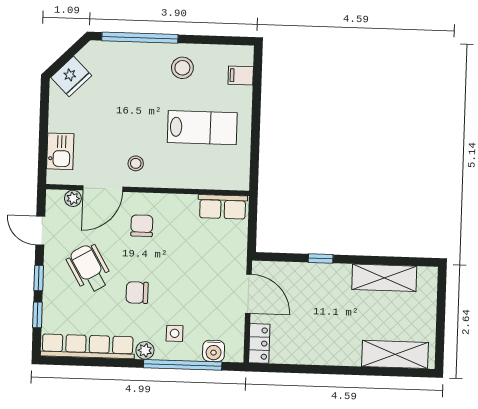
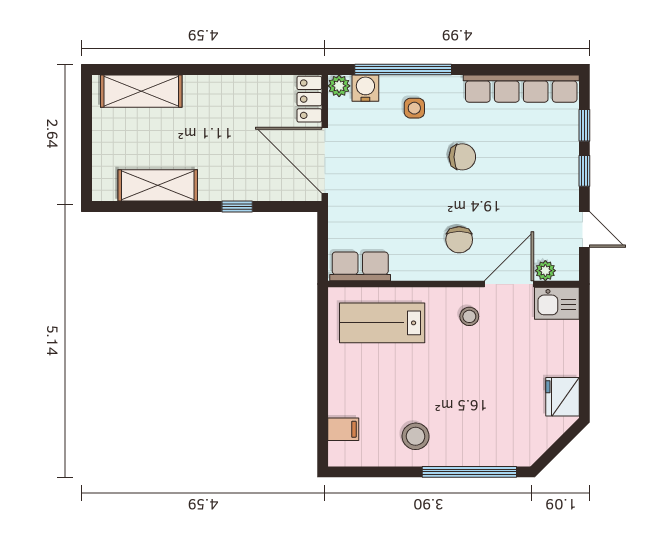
fridge: (71, 76) -> (563, 397), moved, turned -45
lab bench: (202, 128) -> (382, 323), moved
kitchen sink: (60, 151) -> (557, 303), moved, turned -90
wheelchair: (89, 268) -> (522, 185), removed
door: (248, 294) -> (325, 160), width x1.36
plant: (145, 350) -> (339, 86), moved

